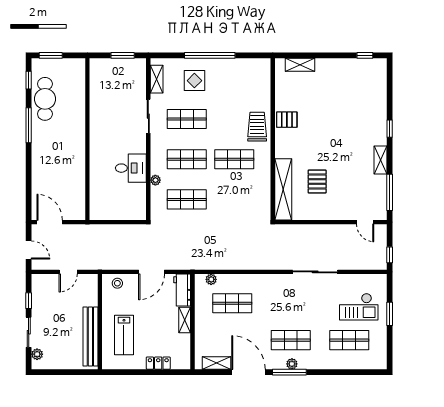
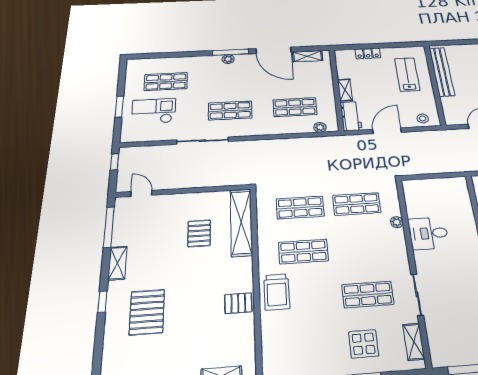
pallet: (356, 118) -> (147, 312), added
shop shelf: (187, 159) -> (300, 207), moved
shop shelf: (291, 340) -> (230, 110), moved

